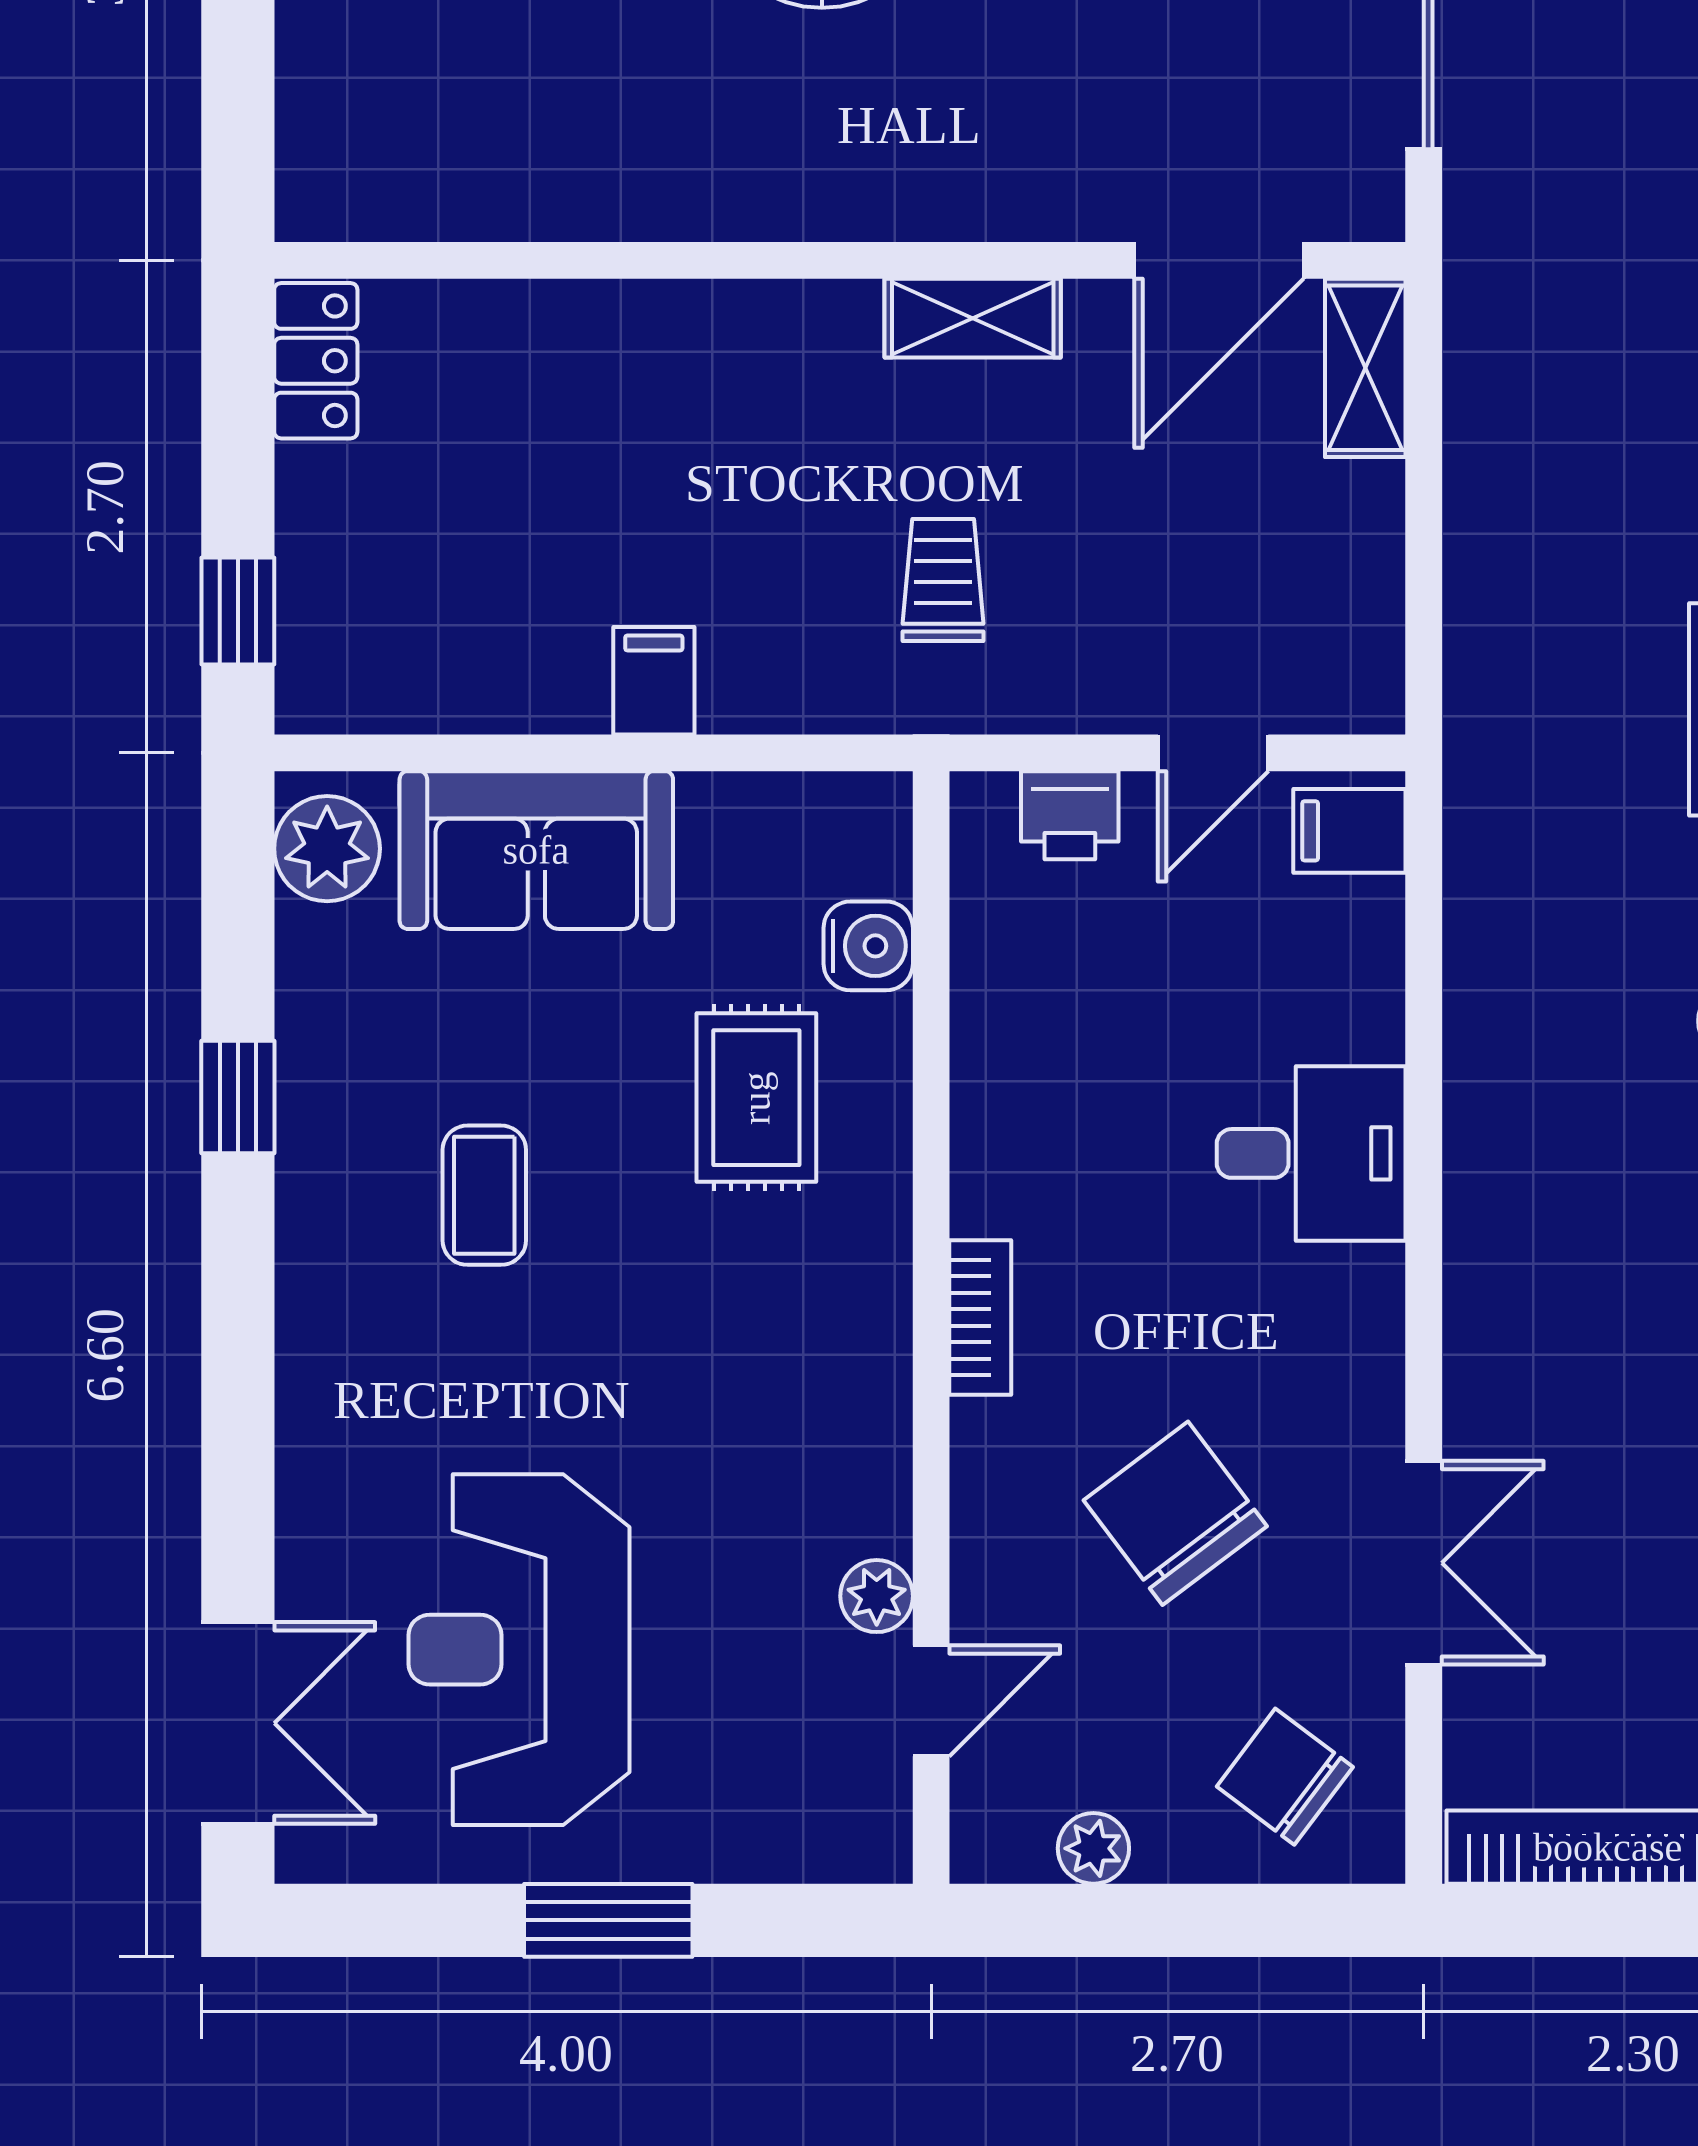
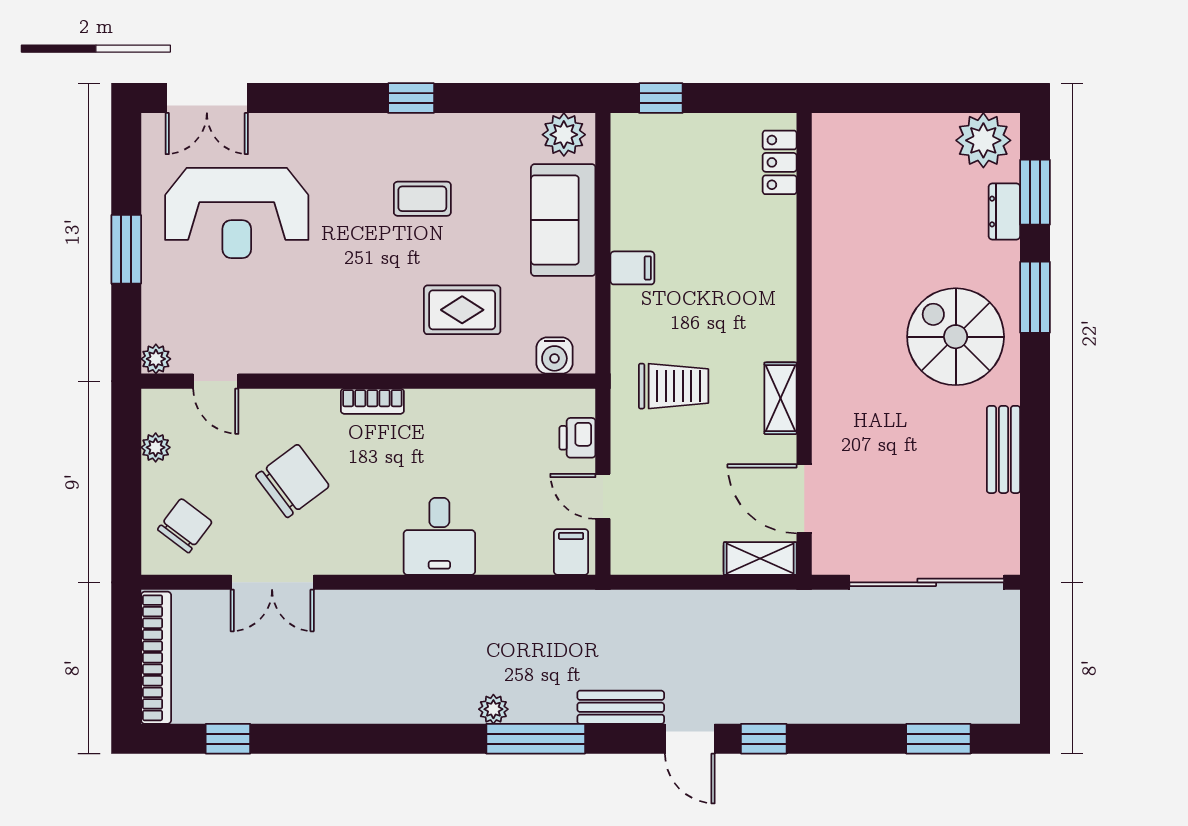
locker: (316, 361) -> (780, 162), moved, turned 90
trolley: (943, 580) -> (674, 386), width x1.36, depth x1.39
water cooler: (868, 946) -> (554, 356), moved
window: (238, 1097) -> (411, 98), moved
plant: (877, 1596) -> (156, 359), moved
reception desk: (519, 1650) -> (237, 213), turned 180

